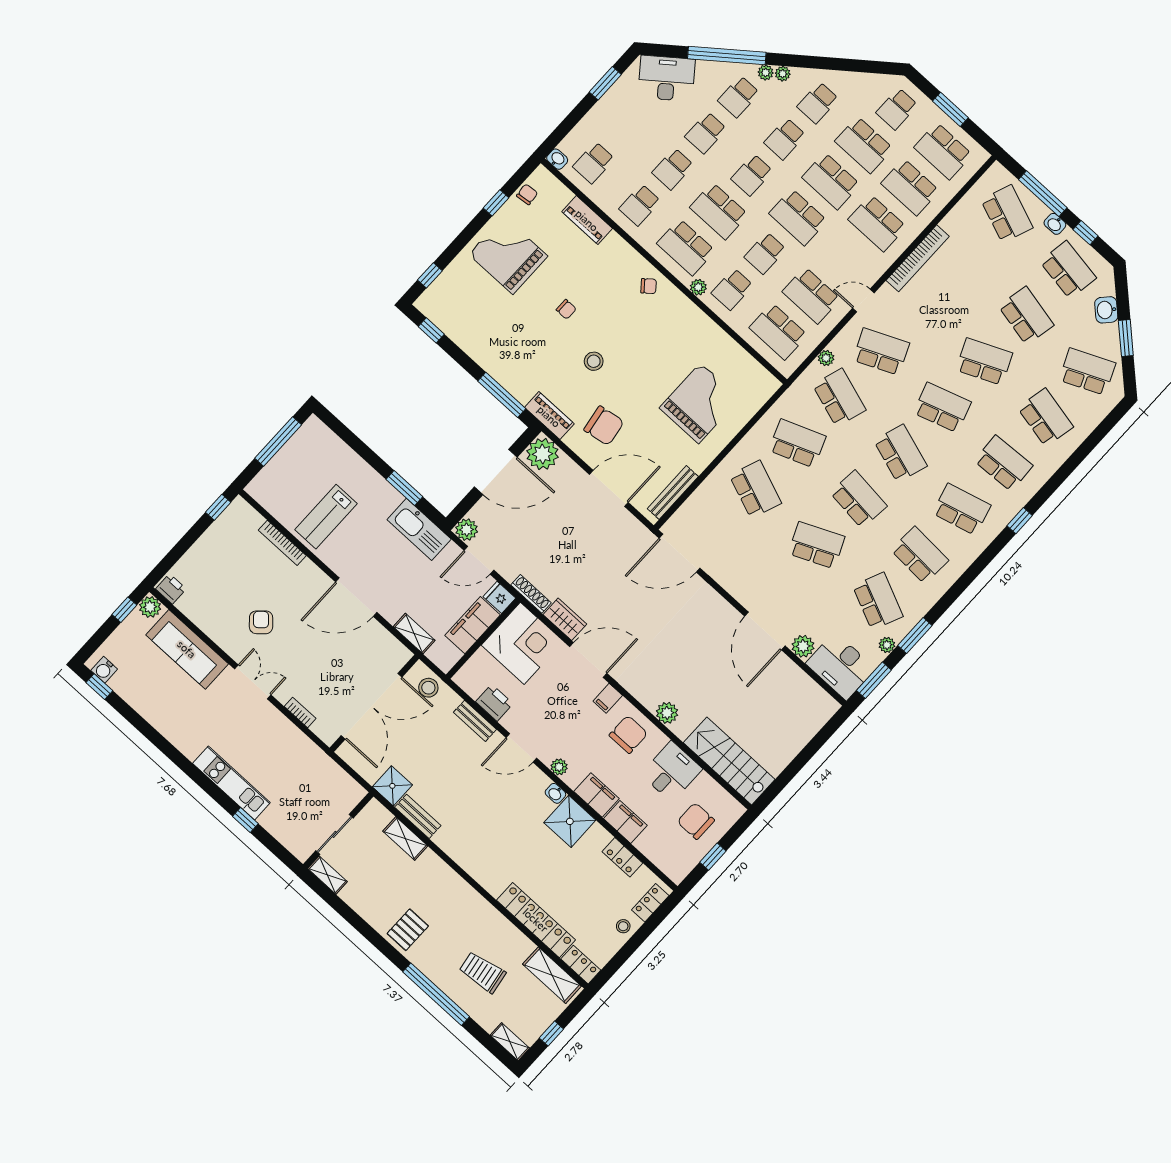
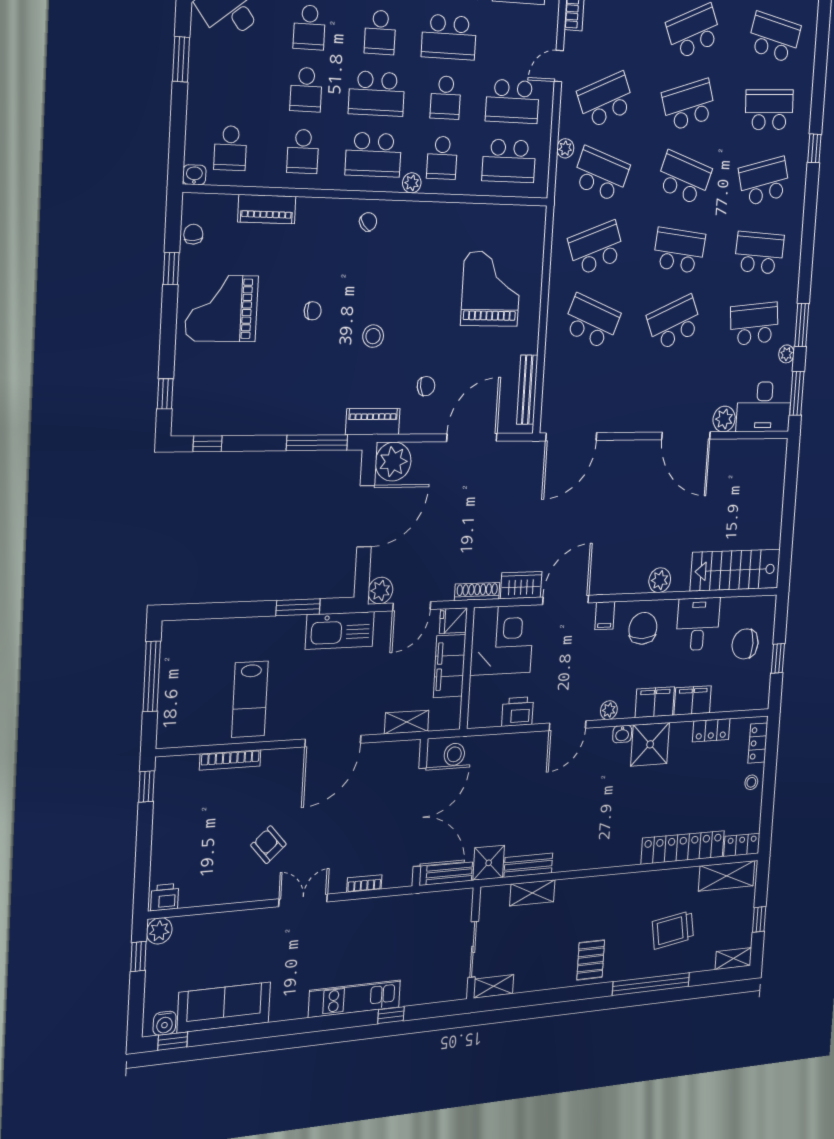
chair: (604, 426) -> (426, 386), width x0.54, depth x0.54
school desk: (878, 601) -> (754, 324), turned -30
sofa: (187, 649) -> (224, 1007), moved, turned 180
bench: (475, 721) -> (449, 873), moved

